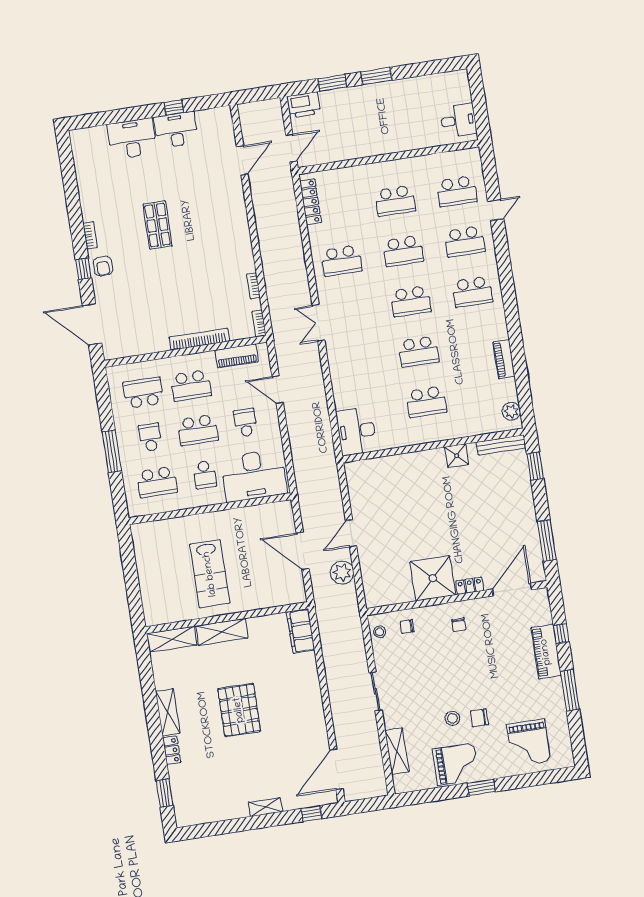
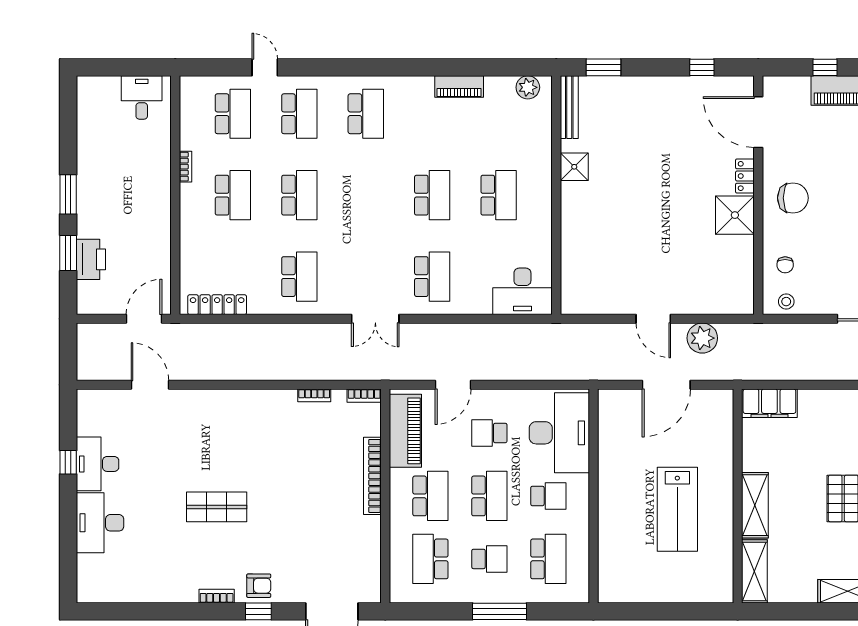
printer: (304, 105) -> (91, 259), moved
door: (291, 148) -> (144, 319), hinge flipped
bookcase: (411, 162) -> (186, 167), added
school desk: (411, 301) -> (432, 277), moved
piano: (237, 356) -> (405, 431), width x1.37, depth x1.33
school desk: (150, 437) -> (489, 559), turned 180
window: (547, 541) -> (702, 67), width x0.46
lab bench: (210, 574) -> (677, 509), turned 90
shower: (433, 578) -> (735, 215), width x0.73, depth x0.73
chair: (459, 625) -> (793, 198), width x1.87, depth x1.87

